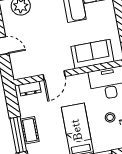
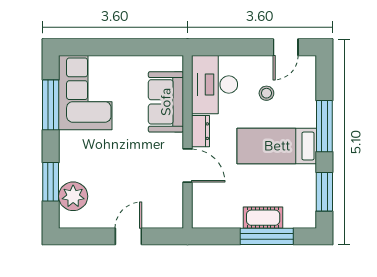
dresser: (30, 89) -> (200, 131), moved

